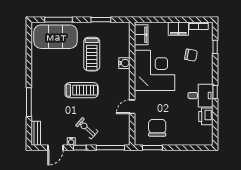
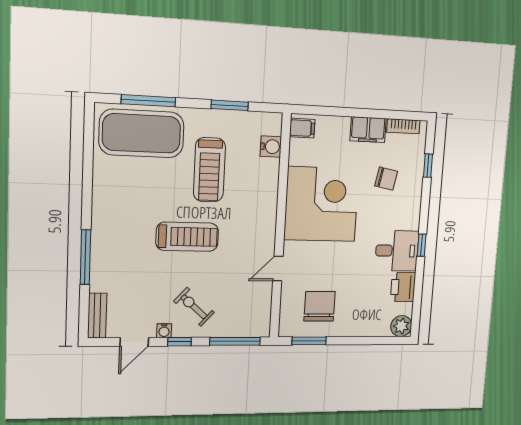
filing cabinet: (141, 35) -> (302, 128), width x0.50
water cooler: (124, 63) -> (271, 147), moved
plant: (207, 139) -> (401, 326), added

